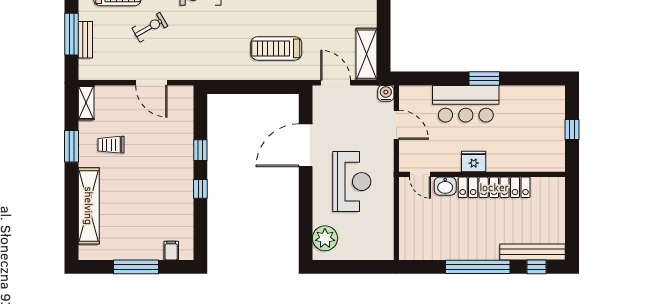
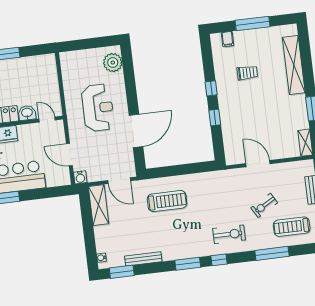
trolley: (111, 145) -> (247, 73), moved
reception desk: (352, 182) -> (98, 108), turned 180

